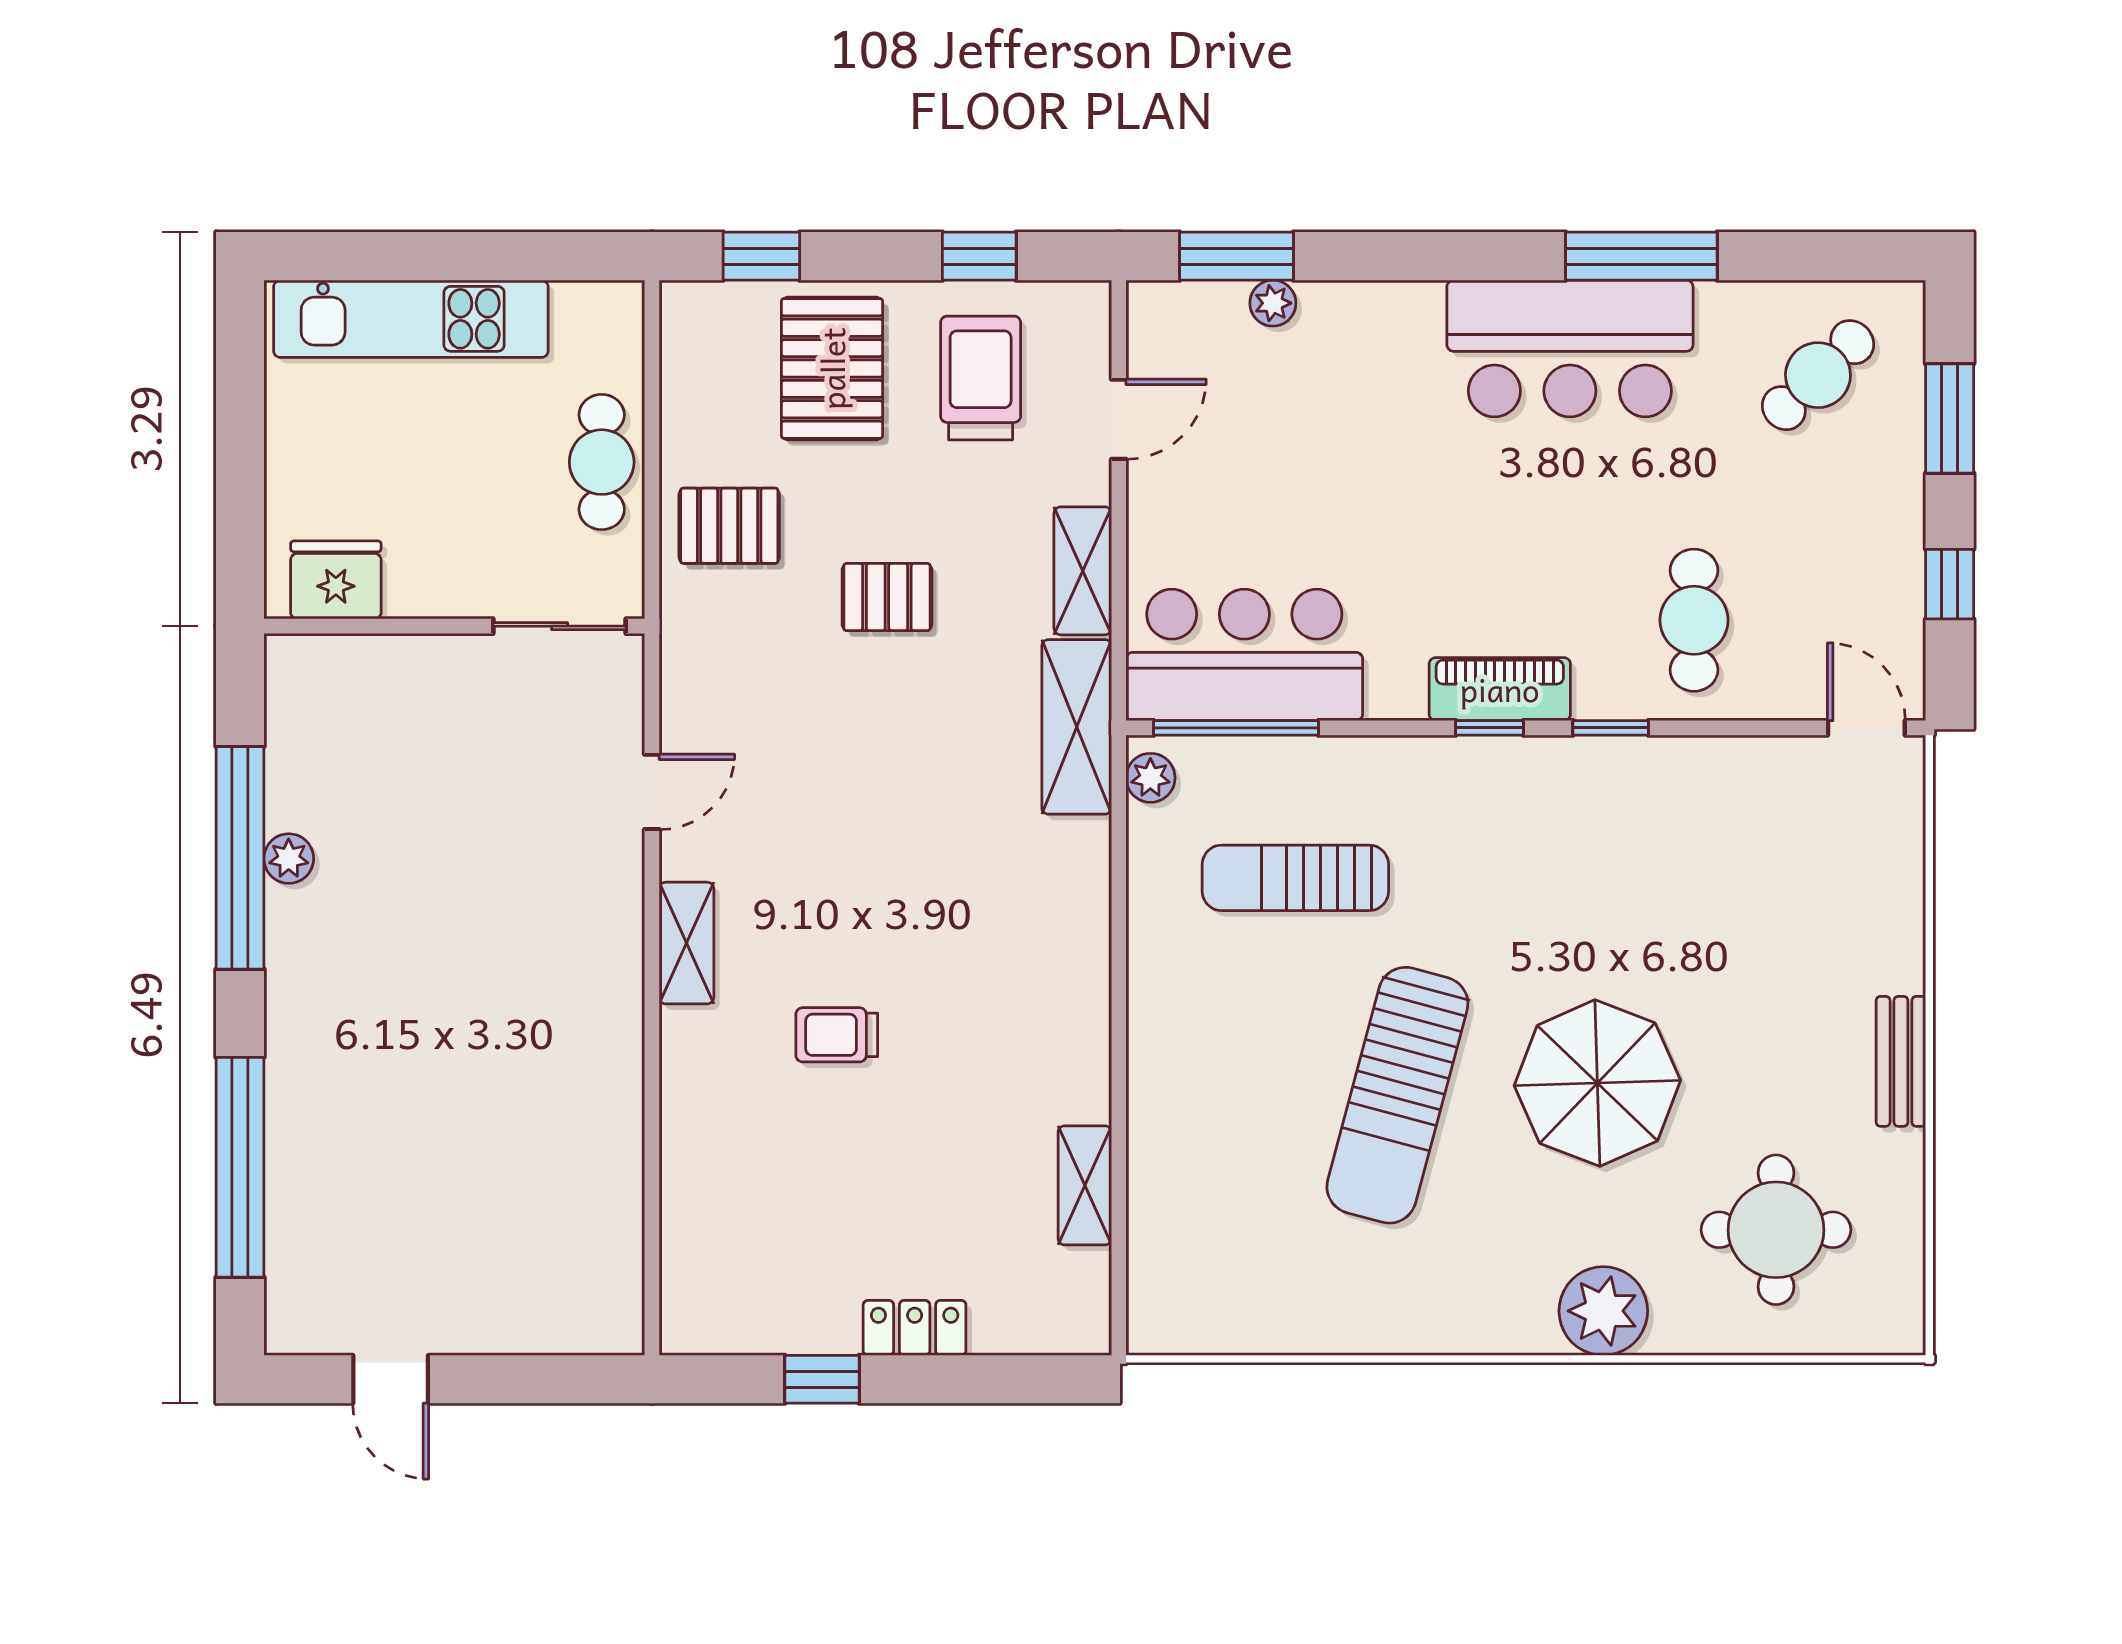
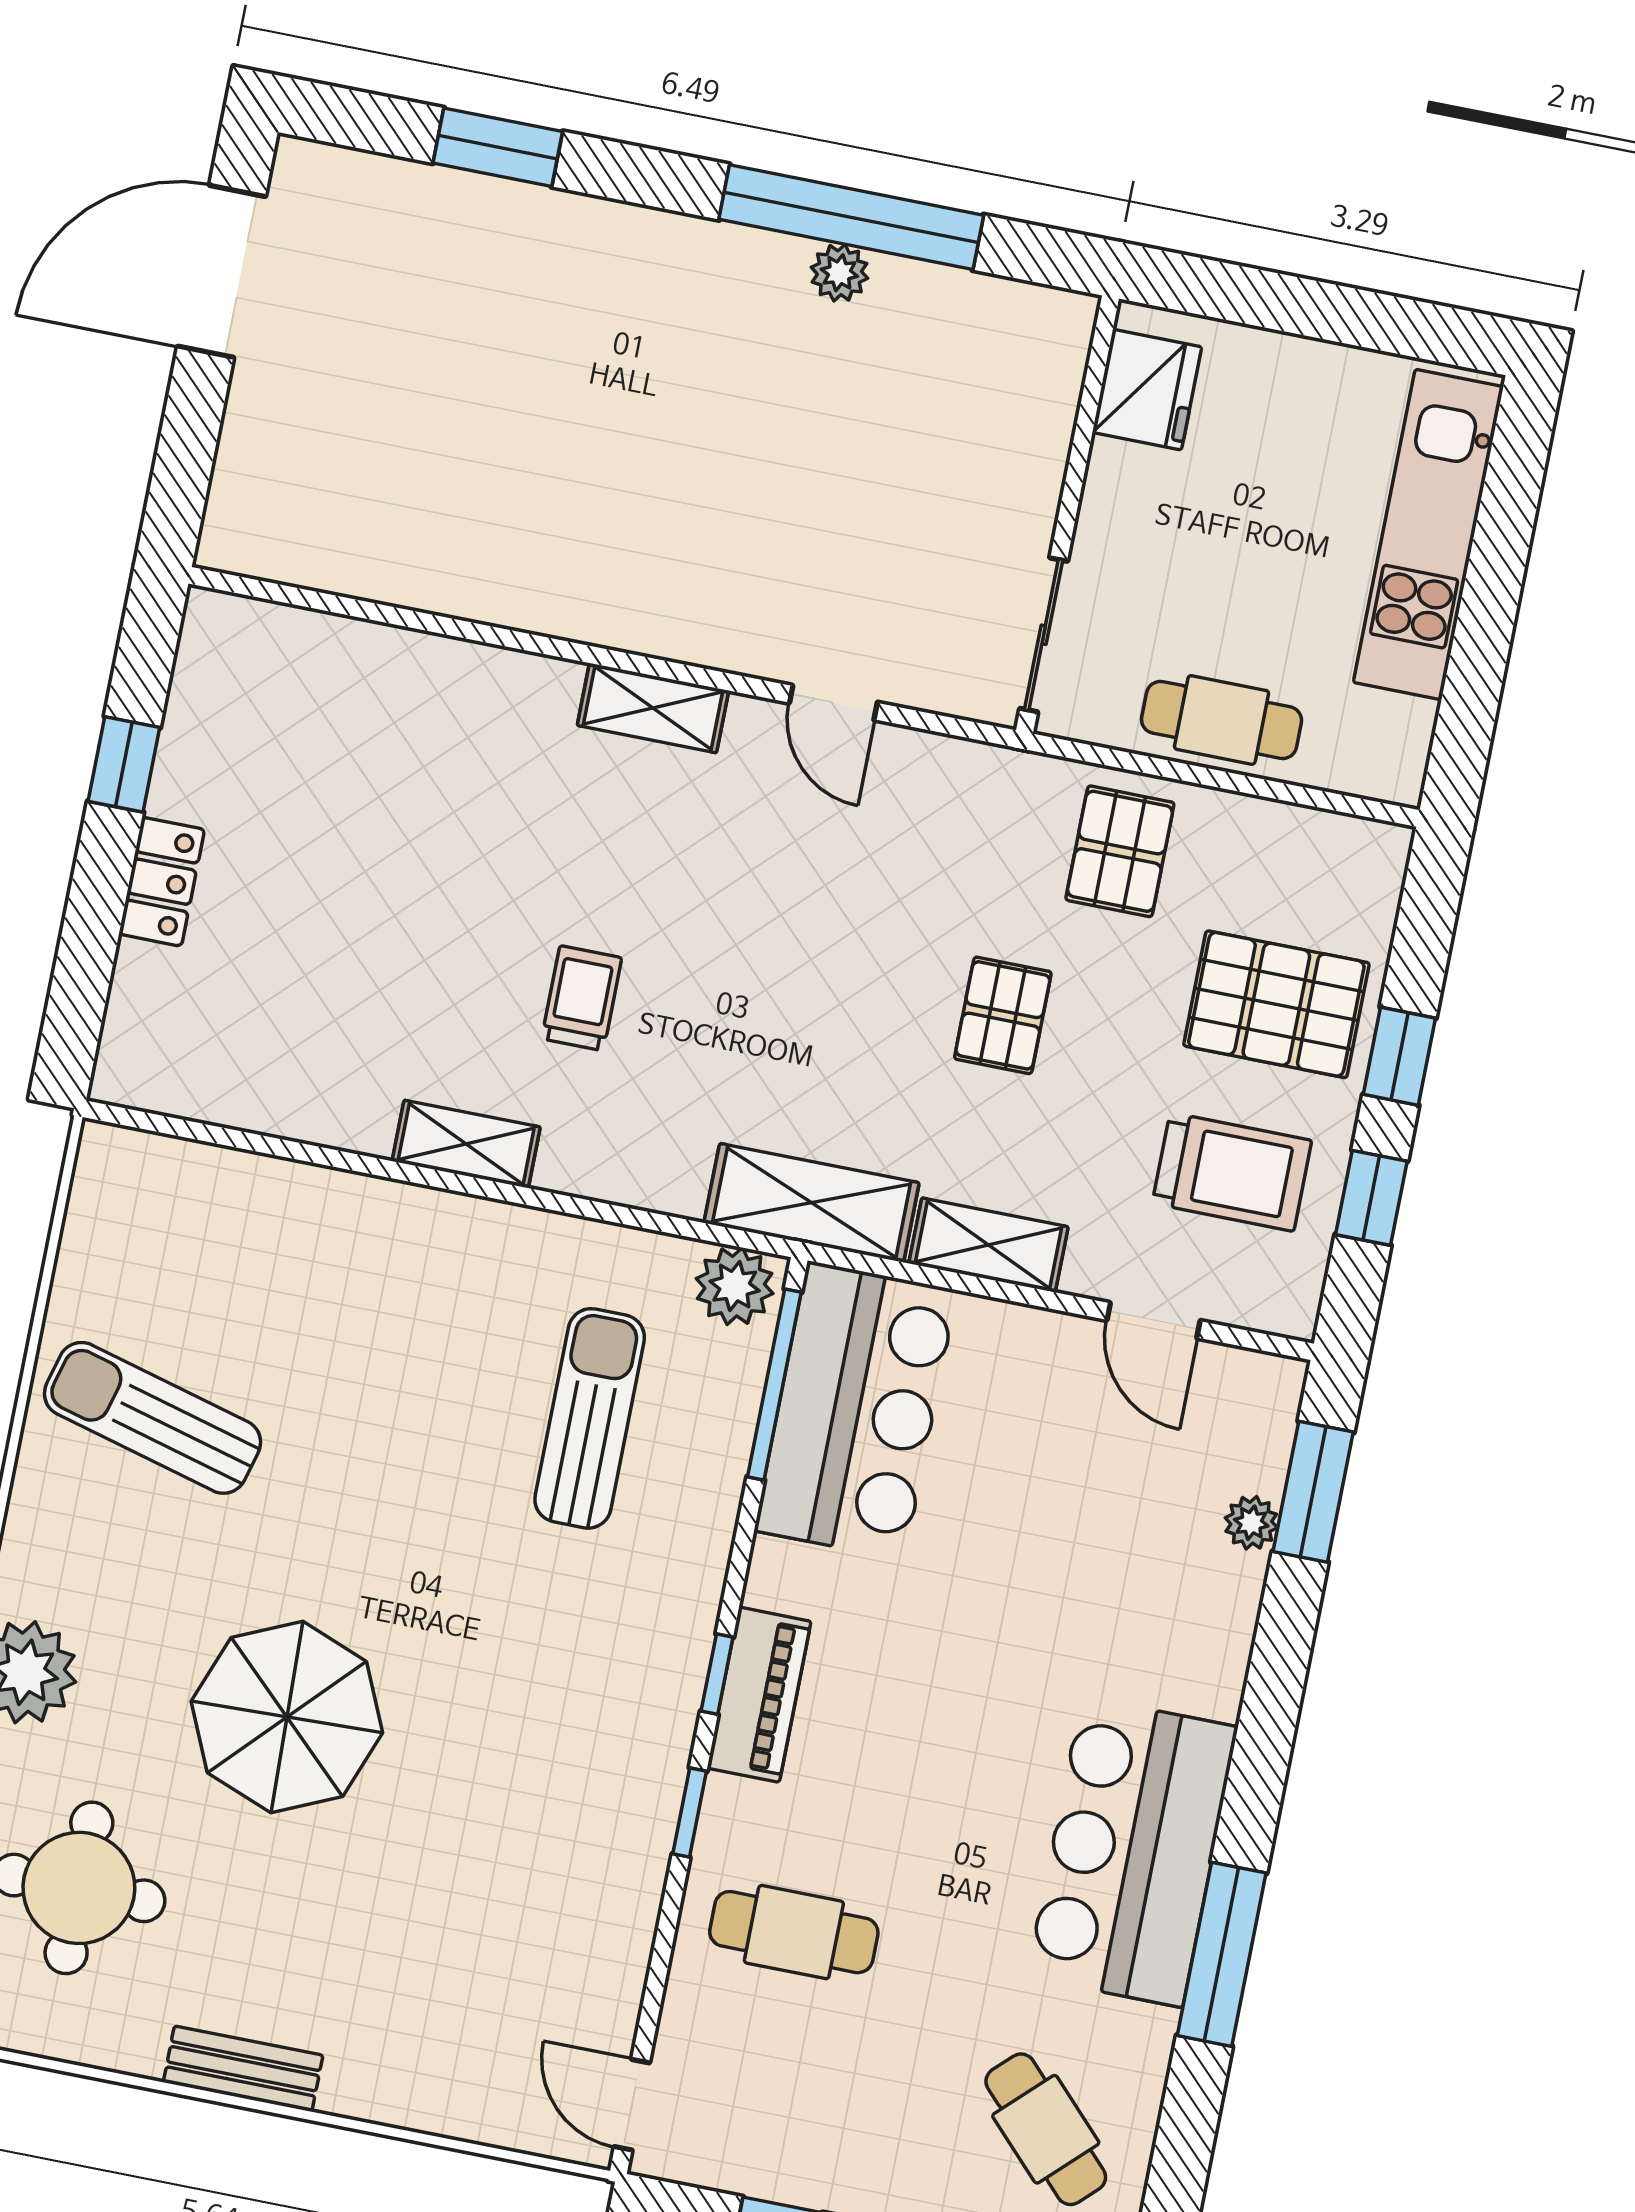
window: (761, 256) -> (1399, 1056), moved
door: (1866, 728) -> (632, 2105), swing flipped
plant: (1150, 778) -> (735, 1286), width x1.38, depth x1.38
trolley: (837, 1035) -> (582, 998), moved
sun lounger: (1397, 1095) -> (152, 1418), moved, width x0.73, depth x0.75
window: (240, 1167) -> (498, 147), width x0.47
shelving: (1085, 1185) -> (466, 1144), moved
door: (391, 1379) -> (222, 271), width x1.87

